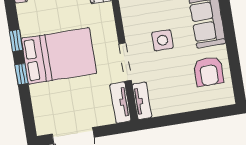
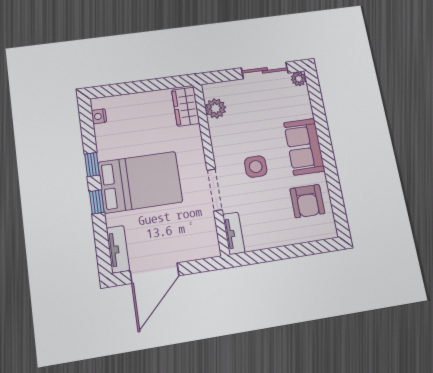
tv unit: (120, 103) -> (118, 249), moved, turned 180

